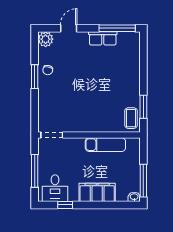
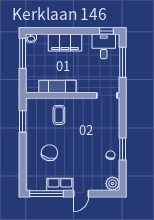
door: (69, 28) -> (81, 194), moved
chair: (114, 73) -> (49, 153), added
coffee table: (131, 118) -> (59, 115), moved
window: (65, 205) -> (107, 31), moved

